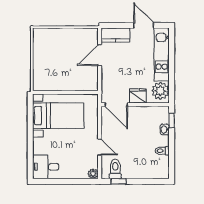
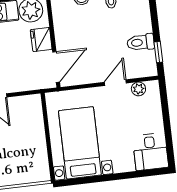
toilet: (115, 169) -> (141, 42), moved
plant: (93, 174) -> (138, 89), moved

